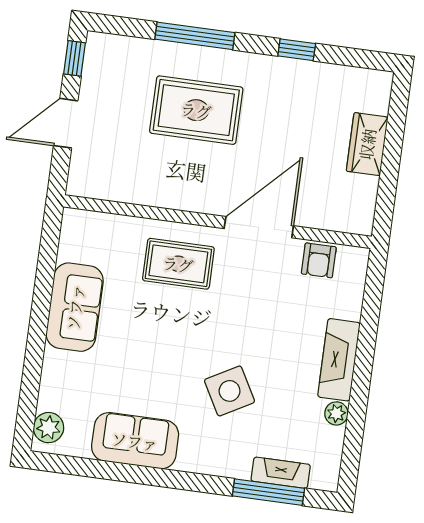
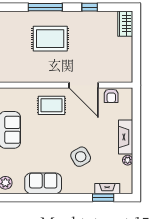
wardrobe: (367, 144) -> (125, 24), moved
door: (259, 227) -> (84, 85), swing flipped
window: (268, 492) -> (103, 198), width x0.69

